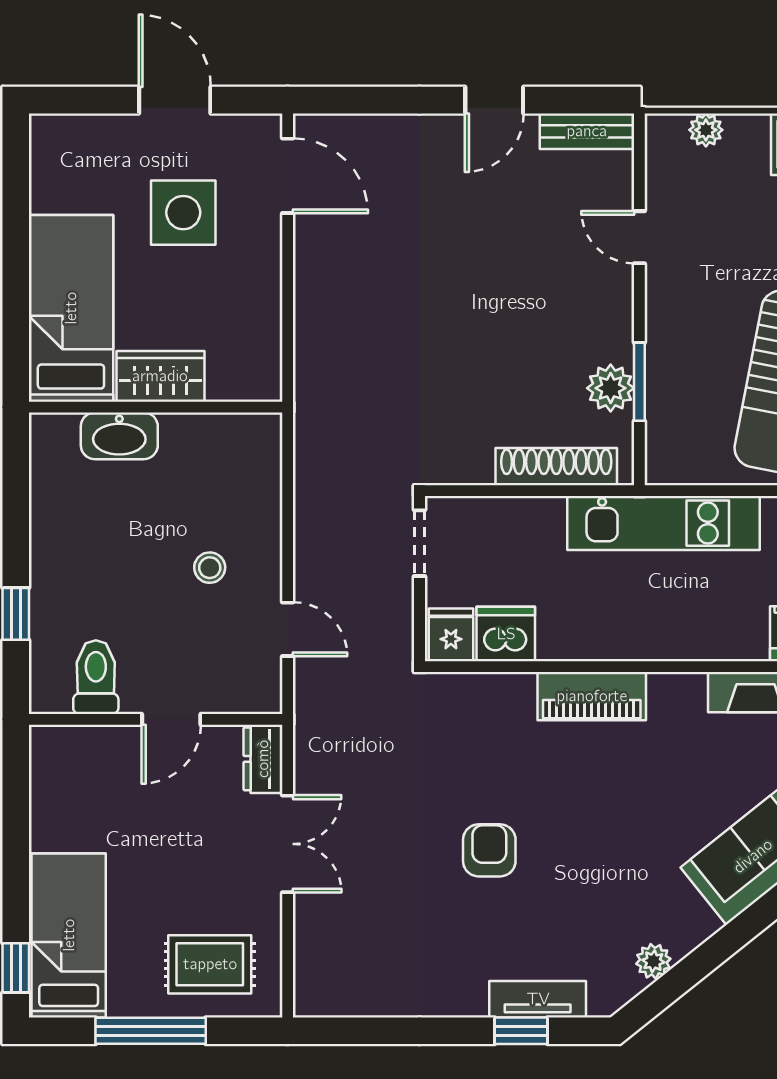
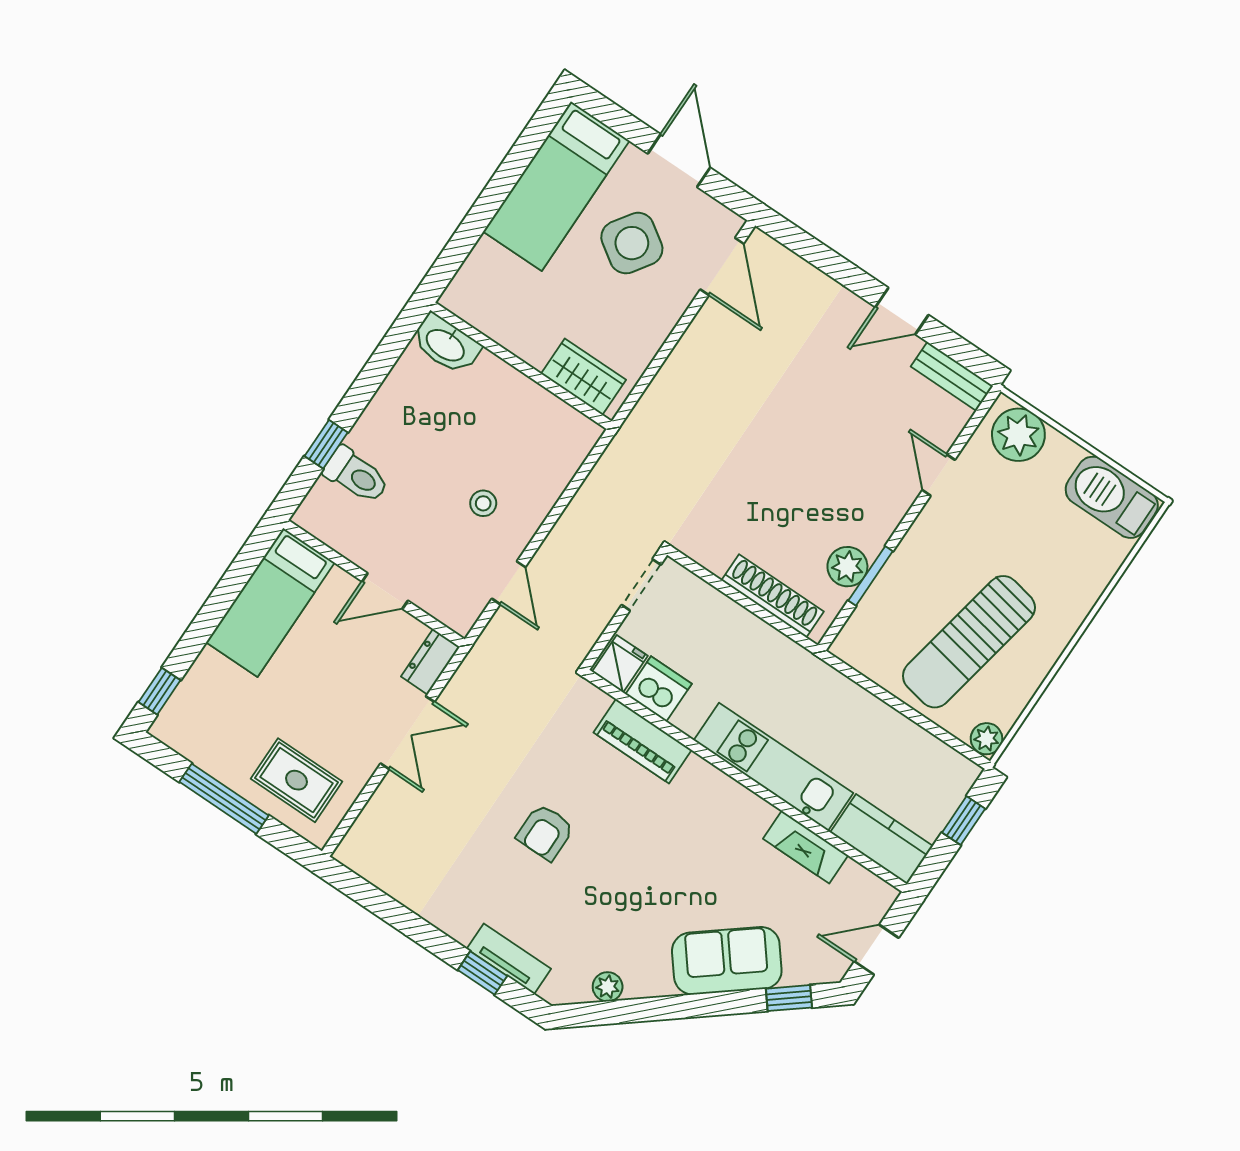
plant: (706, 130) -> (1018, 435), width x1.88, depth x1.88
side table: (183, 213) -> (632, 243), turned 34
bed: (71, 308) -> (556, 186), moved, turned 180
wardrobe: (160, 376) -> (584, 377), moved
washbasin: (119, 436) -> (446, 344), moved
kitchen unit: (664, 523) -> (773, 767), moved, turned 180
toilet: (96, 677) -> (356, 475), moved, turned 90
piano: (592, 696) -> (643, 741), moved
armchair: (489, 850) -> (545, 832), turned 180
bed: (69, 935) -> (270, 602), moved, turned 180

